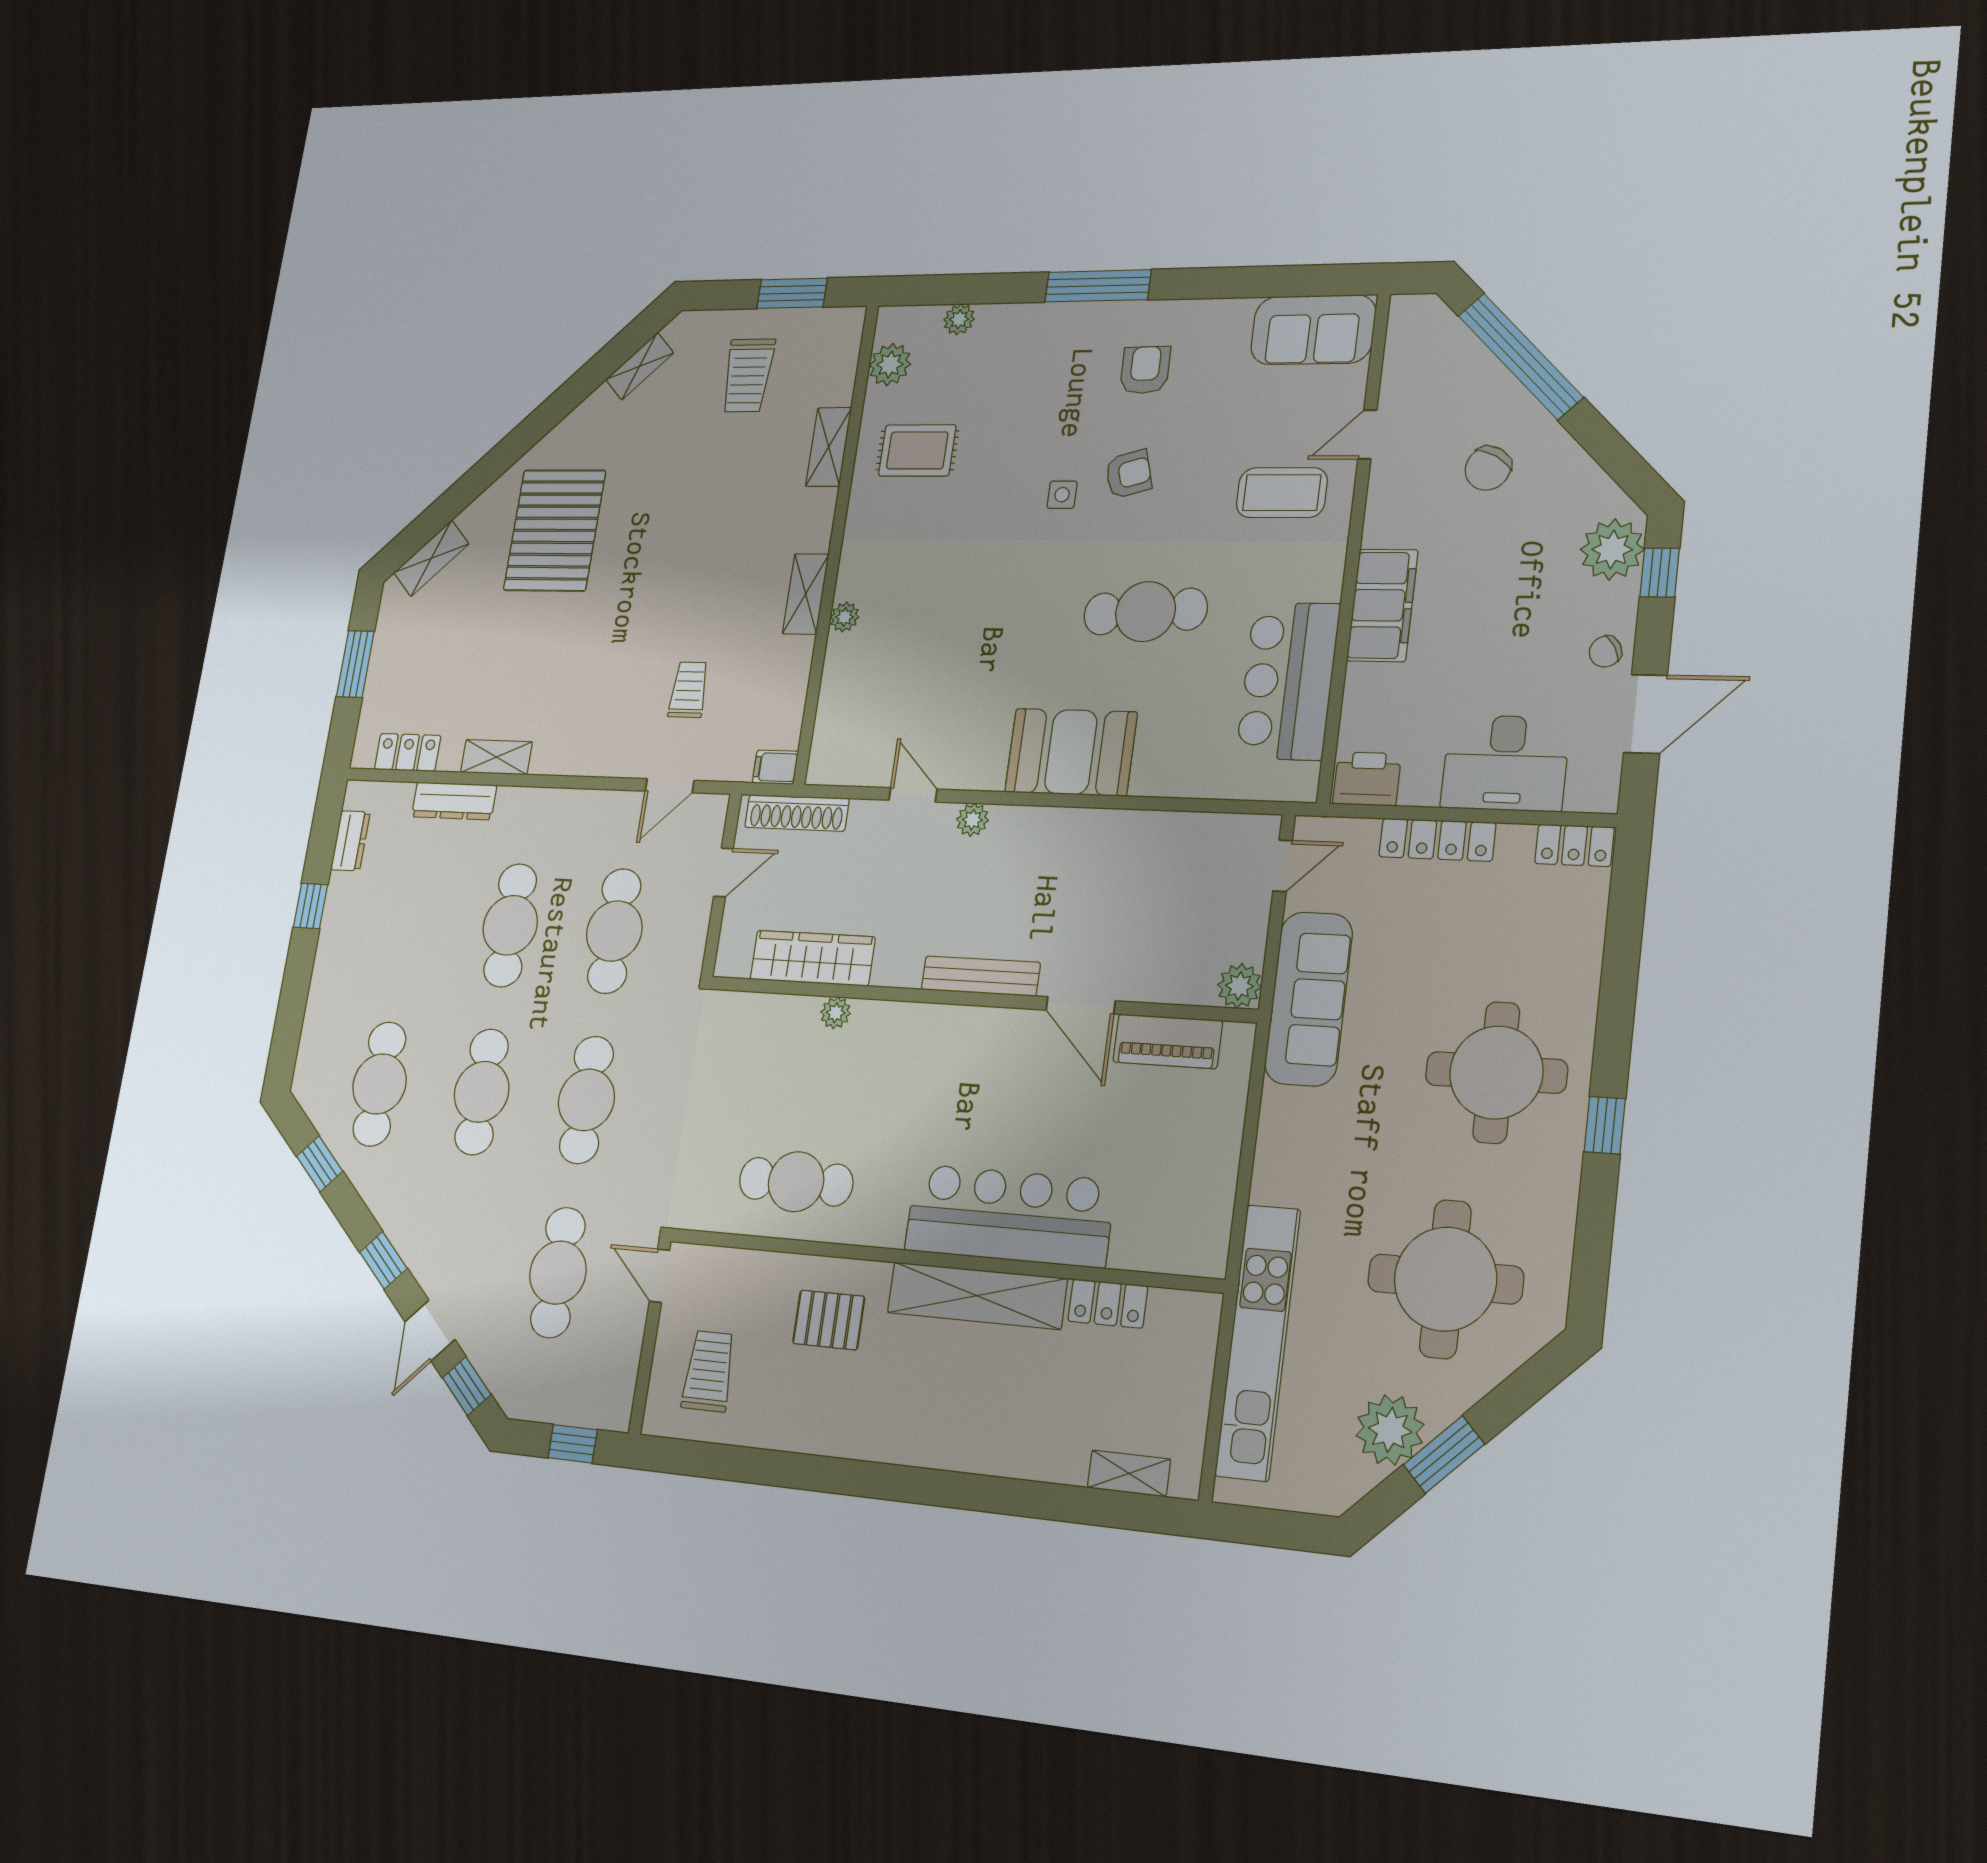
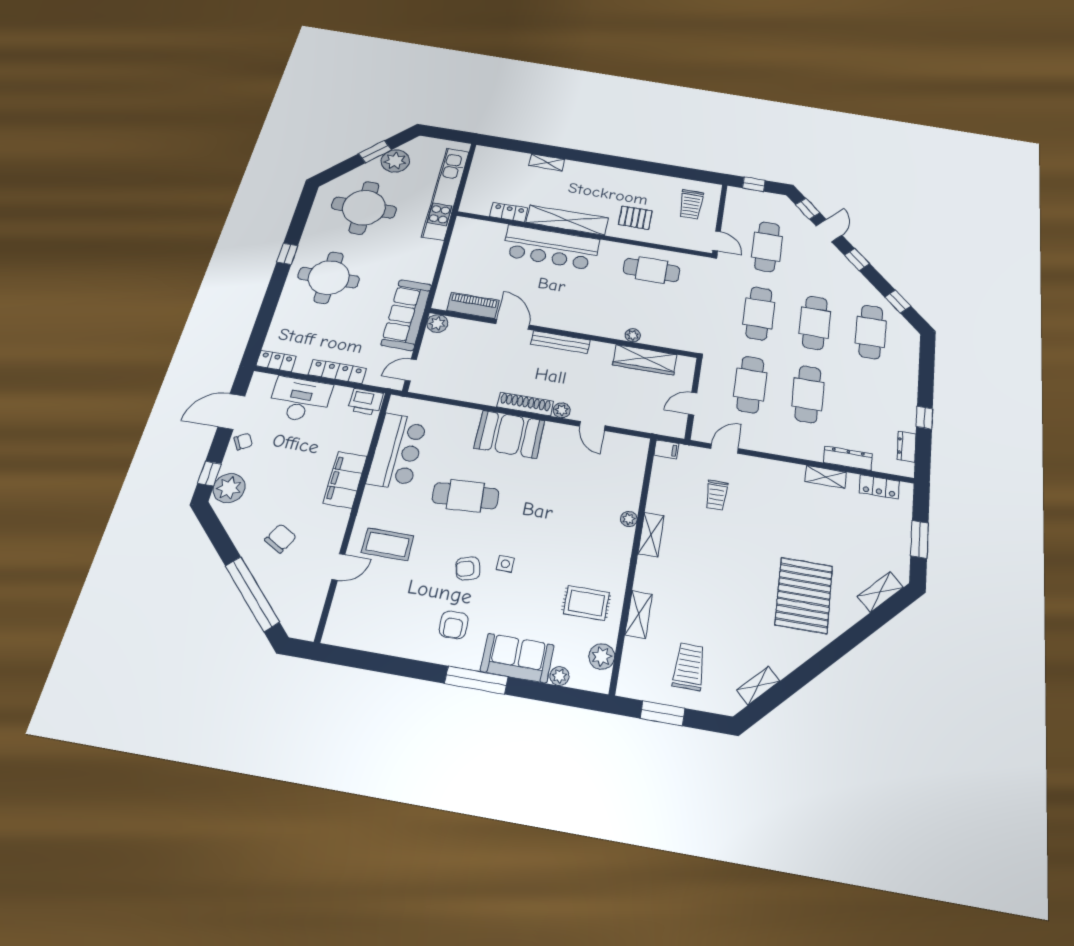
sofa: (1313, 330) -> (517, 658), moved
shoe rack: (797, 813) -> (525, 404), moved
shelving: (1129, 1473) -> (547, 162), moved

